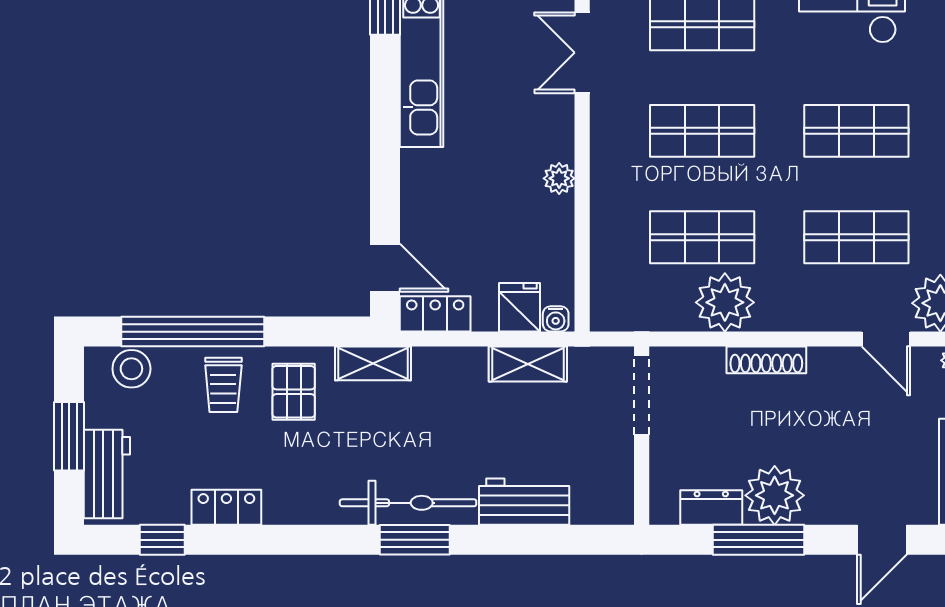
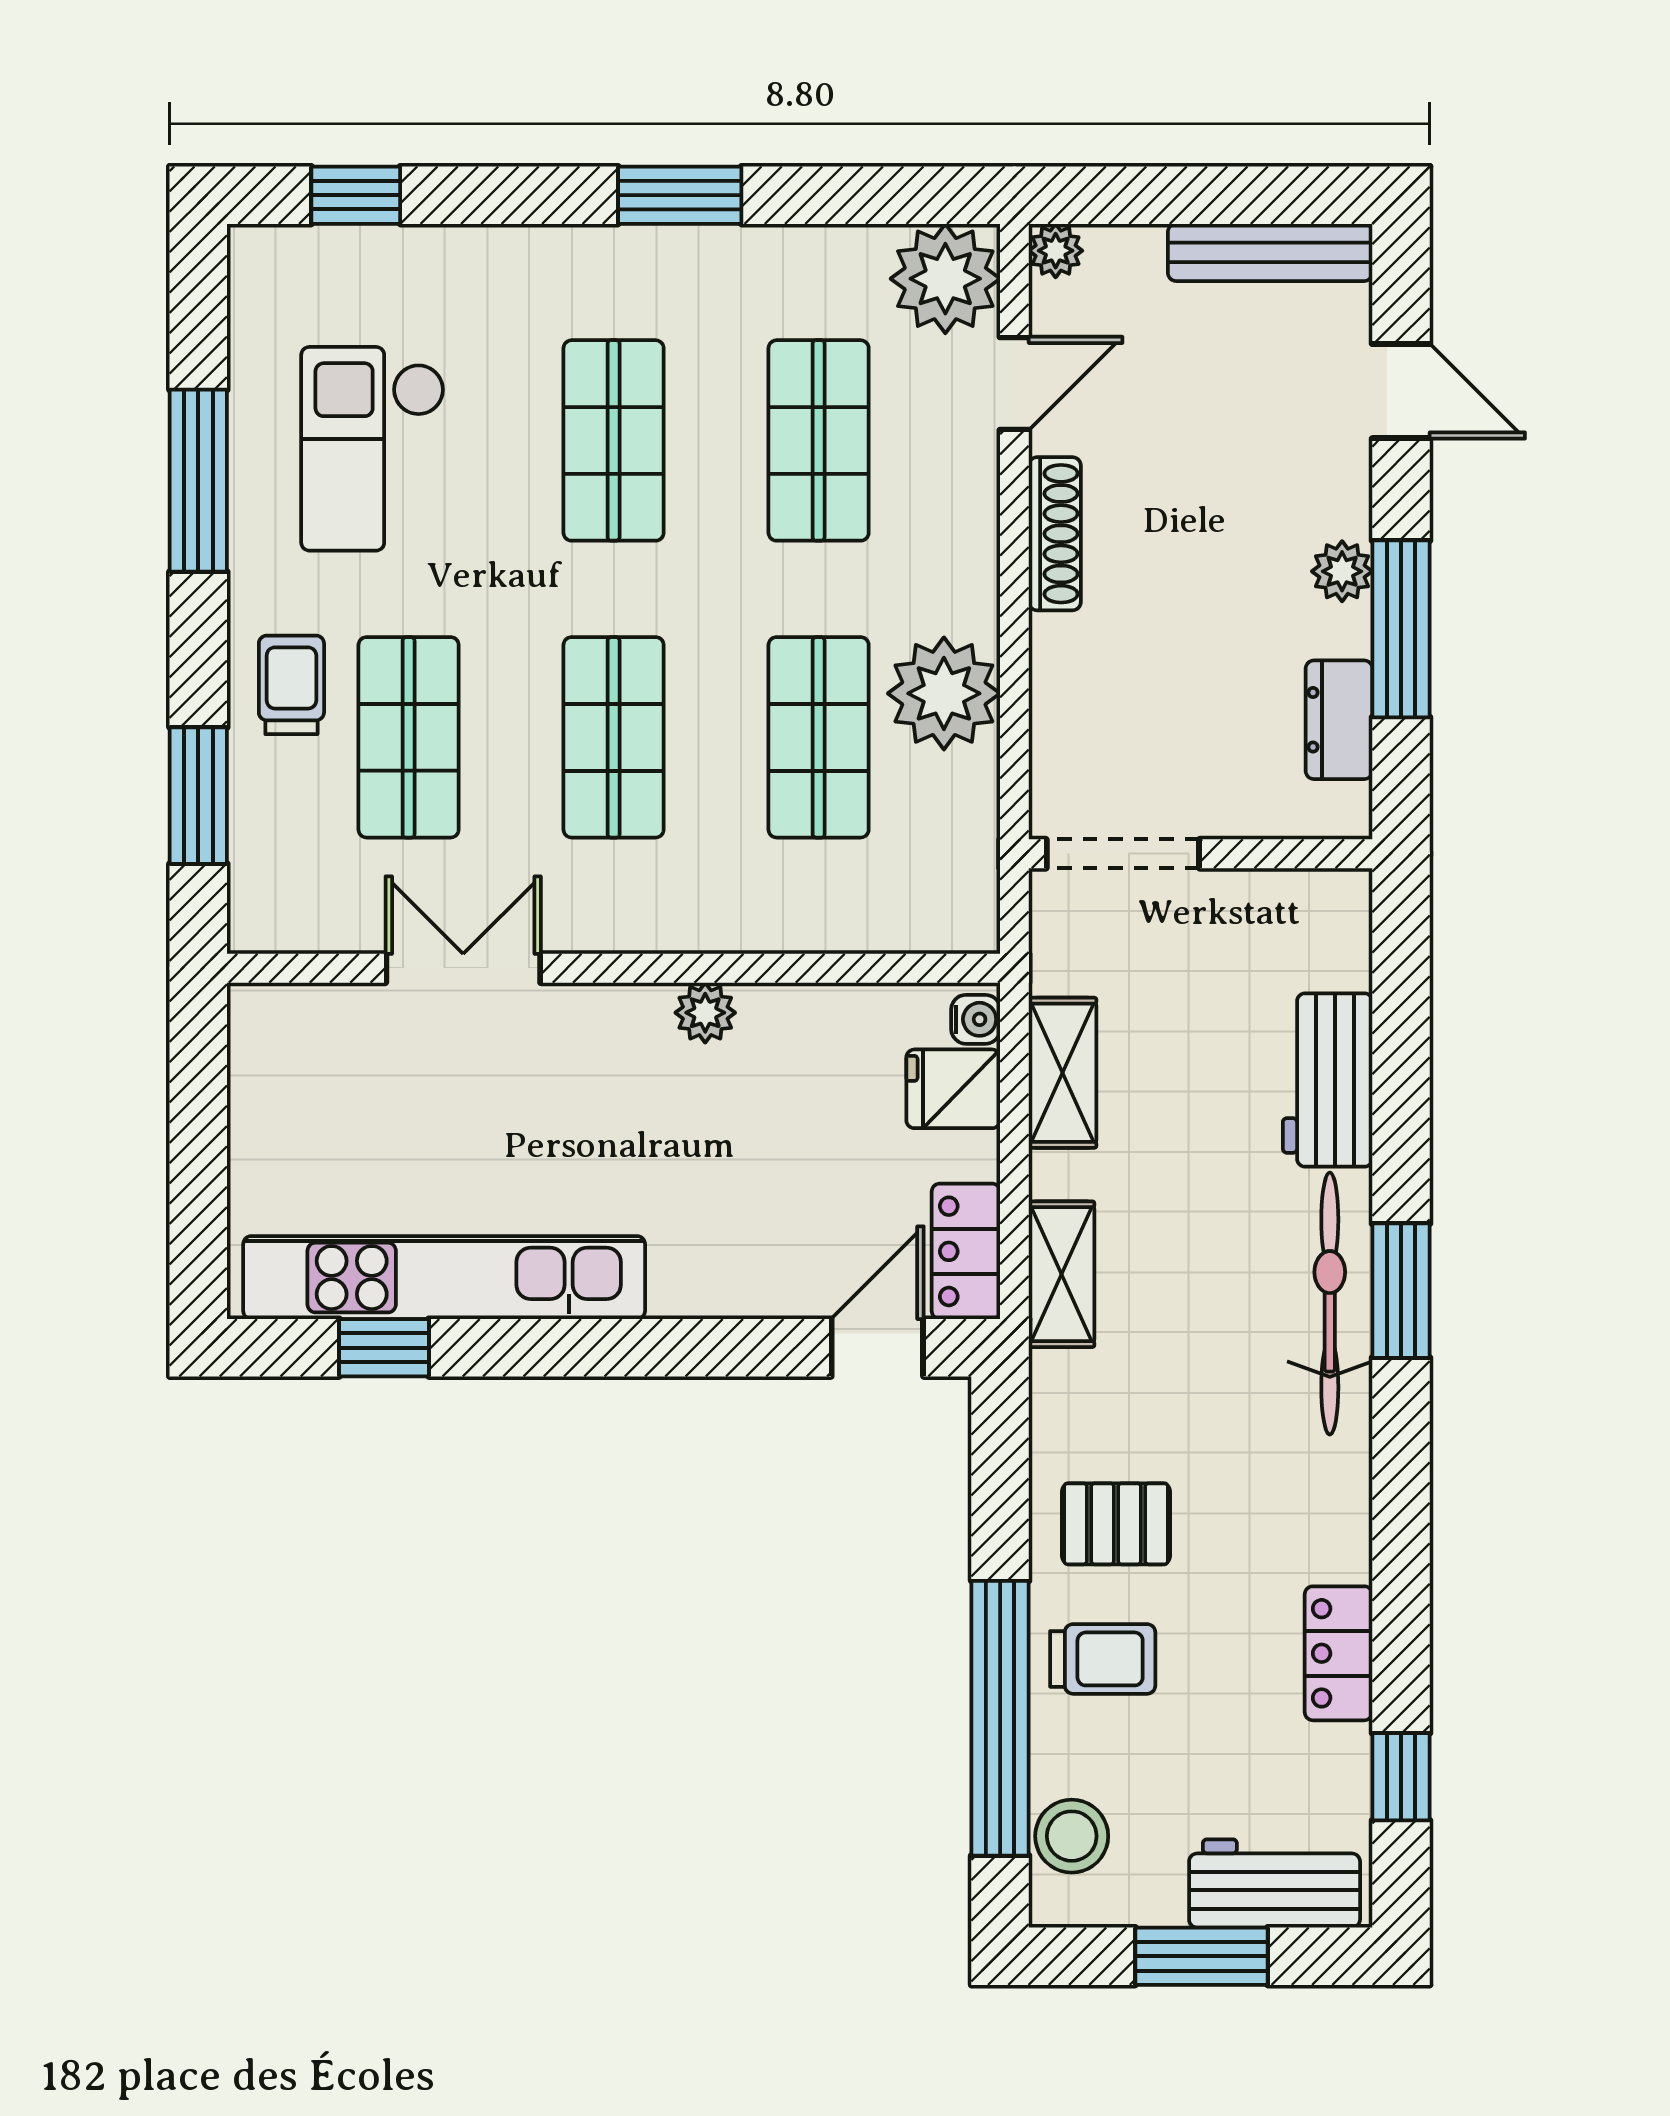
double door: (582, 53) -> (463, 968), swing flipped
shoe rack: (766, 360) -> (1055, 534), moved
shelving: (373, 363) -> (1062, 1274), moved
plant: (775, 495) -> (1342, 571), width x0.53, depth x0.53

